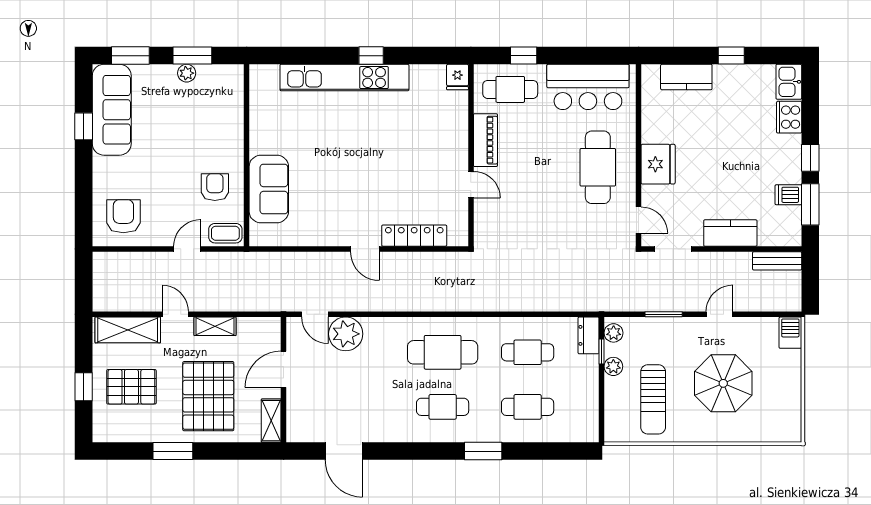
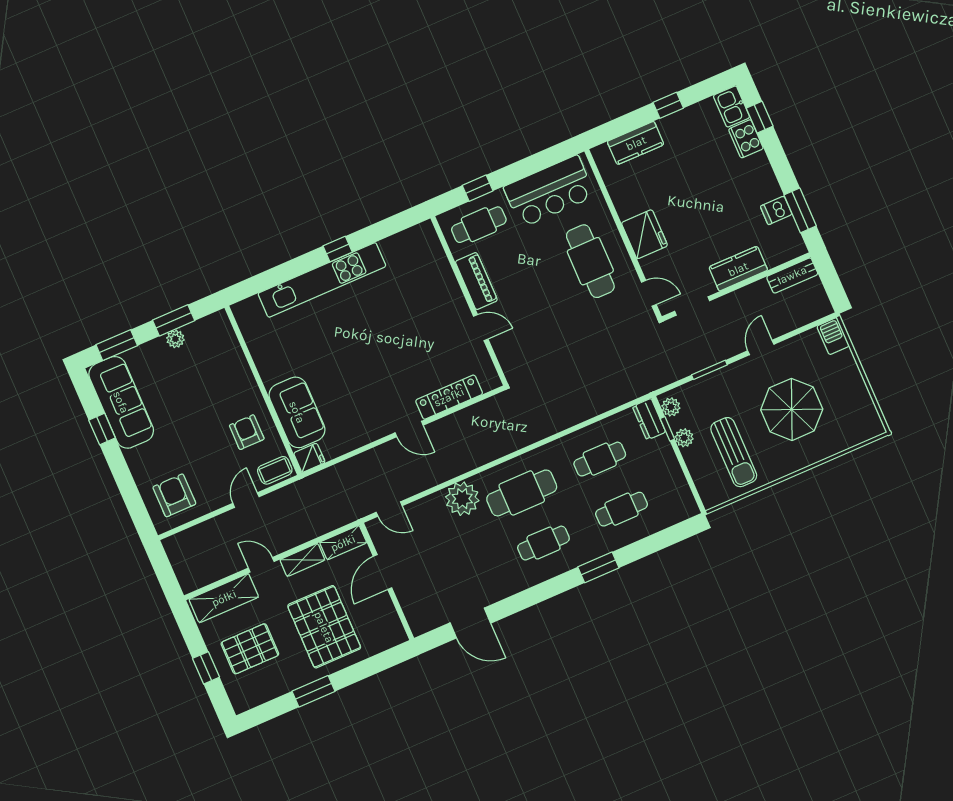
fridge: (457, 77) -> (309, 458), moved, turned -90
window: (810, 158) -> (760, 117), moved
plant: (346, 334) -> (462, 499), moved
shelving: (271, 421) -> (343, 543), moved, turned 90

